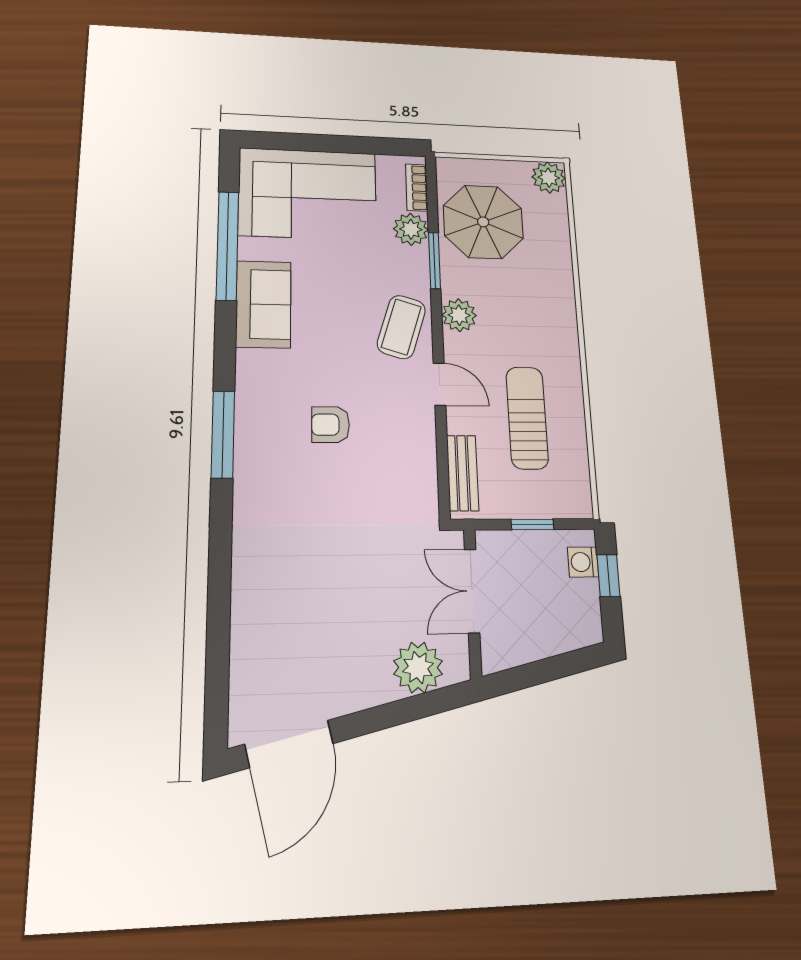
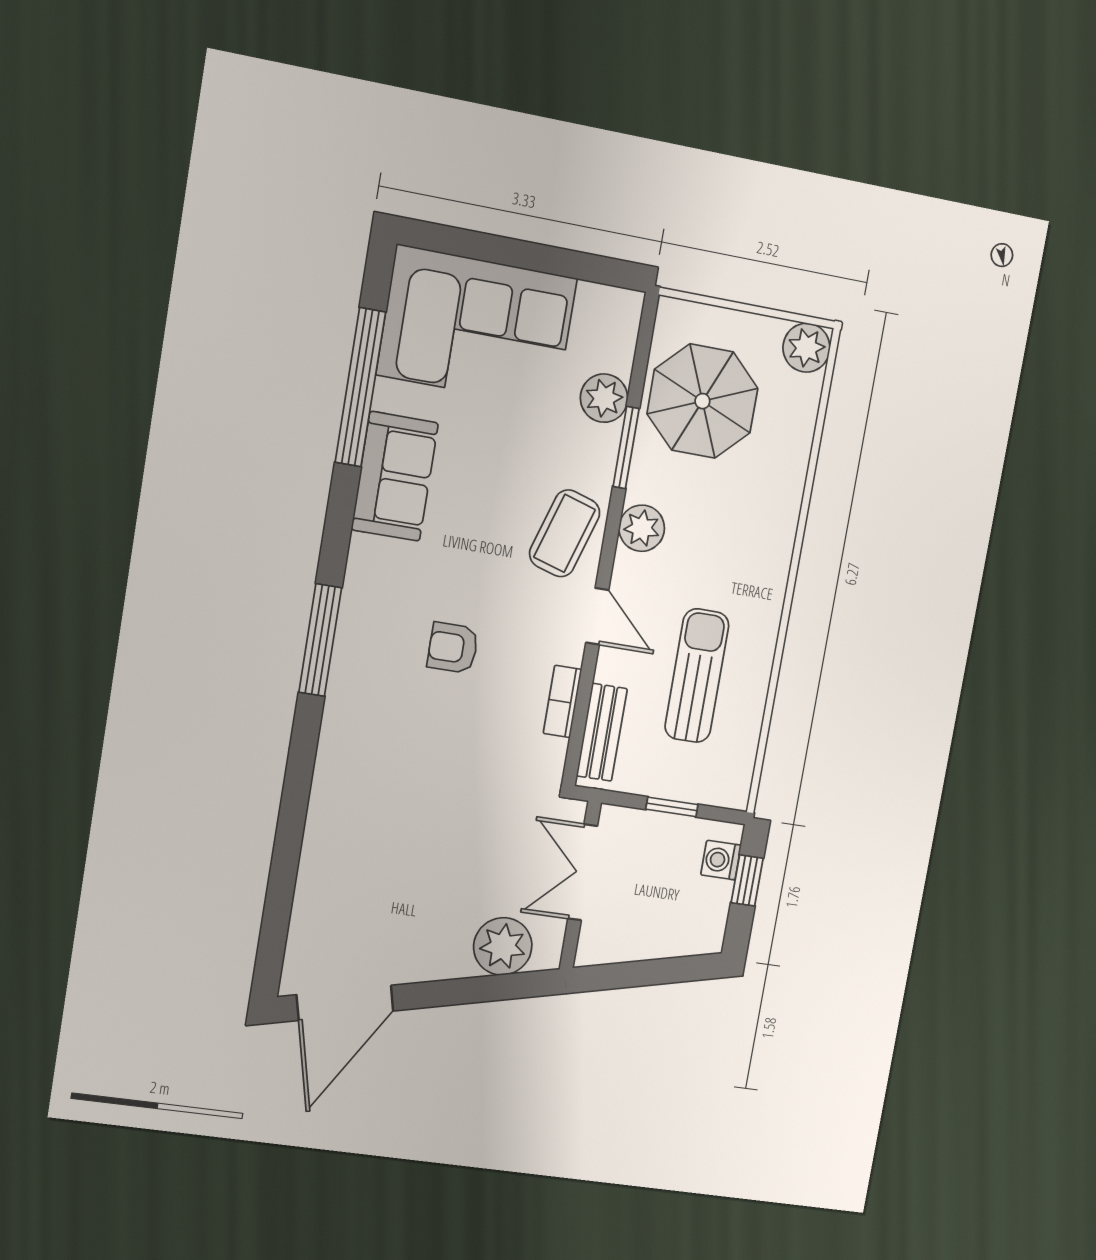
bookcase: (417, 188) -> (562, 701), moved

